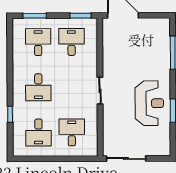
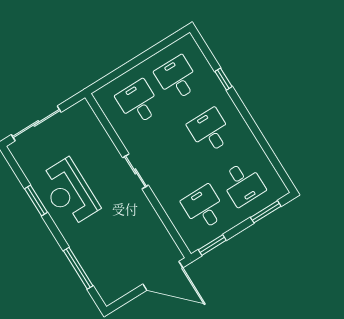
desk: (71, 42) -> (204, 208), turned 180
desk: (72, 132) -> (138, 102), turned 180
sliding door: (126, 159) -> (36, 123), moved

